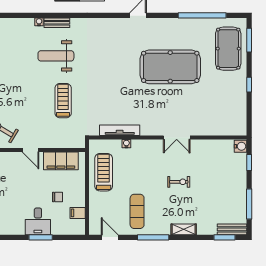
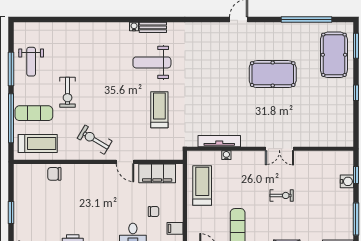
pool table: (170, 67) -> (273, 74), width x0.73, depth x0.76
water cooler: (240, 146) -> (347, 181), moved

